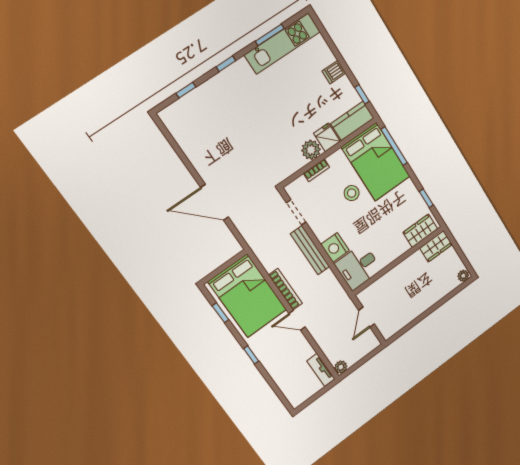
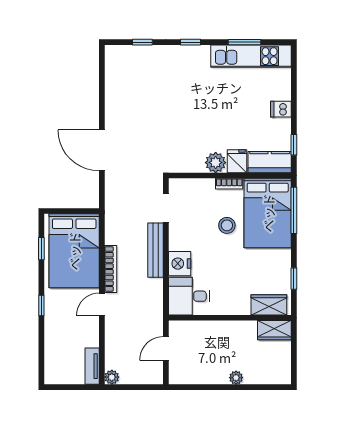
bookcase: (317, 170) -> (229, 184), moved
plant: (463, 276) -> (236, 378), moved
door: (297, 320) -> (102, 304), hinge flipped

